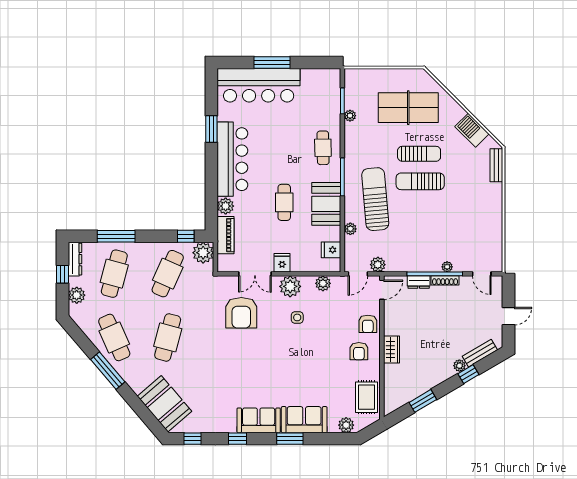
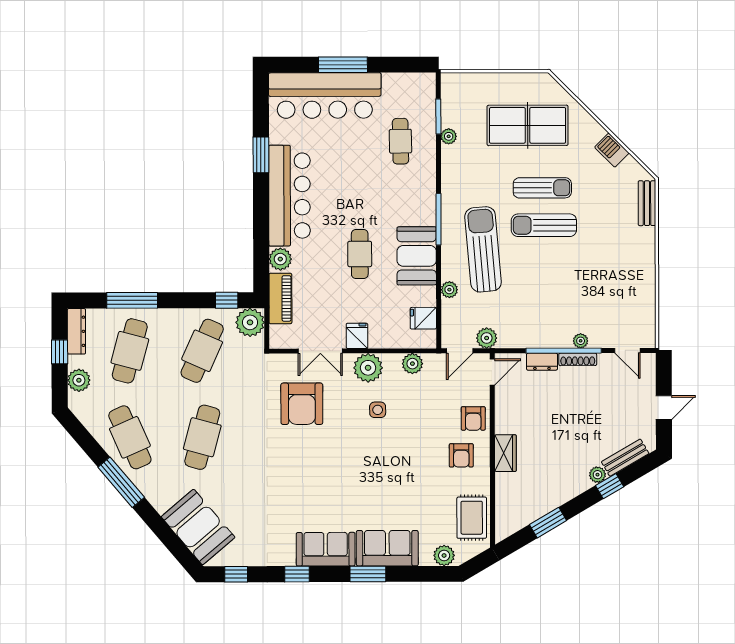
barbecue: (472, 130) -> (612, 150), width x0.73, depth x0.79
cafe table: (323, 148) -> (400, 141), moved

